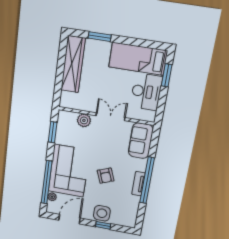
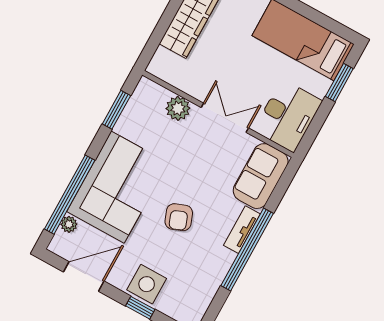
desk: (146, 92) -> (288, 116), moved
tv unit: (139, 184) -> (242, 230), moved

